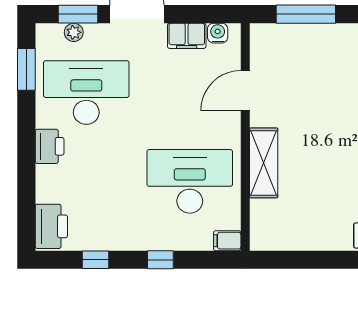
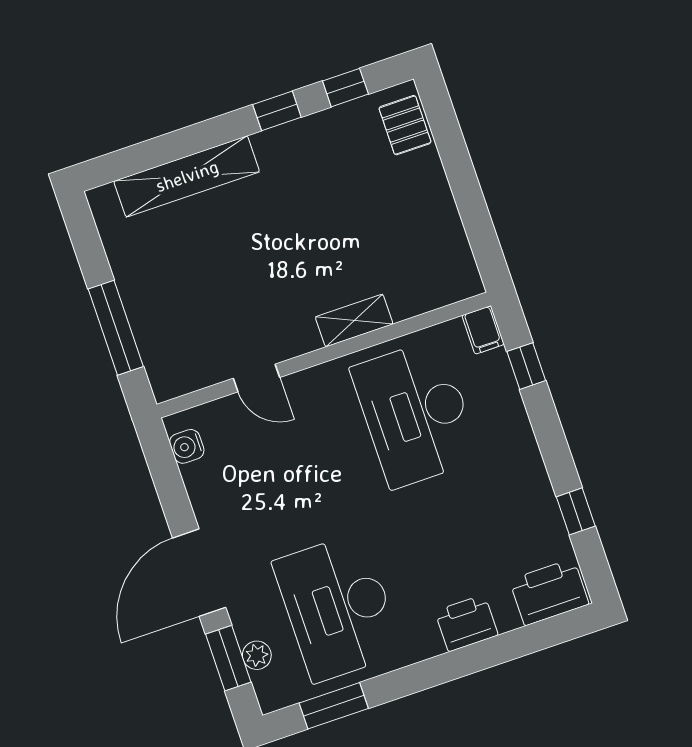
filing cabinet: (187, 36) -> (206, 490), removed
door: (245, 91) -> (257, 378), width x0.73
printer: (50, 146) -> (466, 623), moved
shelving: (264, 163) -> (354, 321), width x0.67, depth x0.75
window: (160, 260) -> (526, 366), moved

